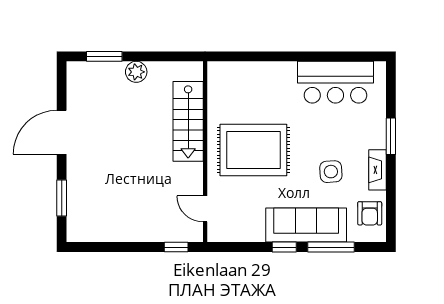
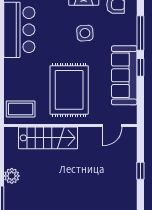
coffee table: (228, 84) -> (21, 109), added
sofa: (306, 225) -> (124, 75), moved
window: (176, 247) -> (140, 171), moved

